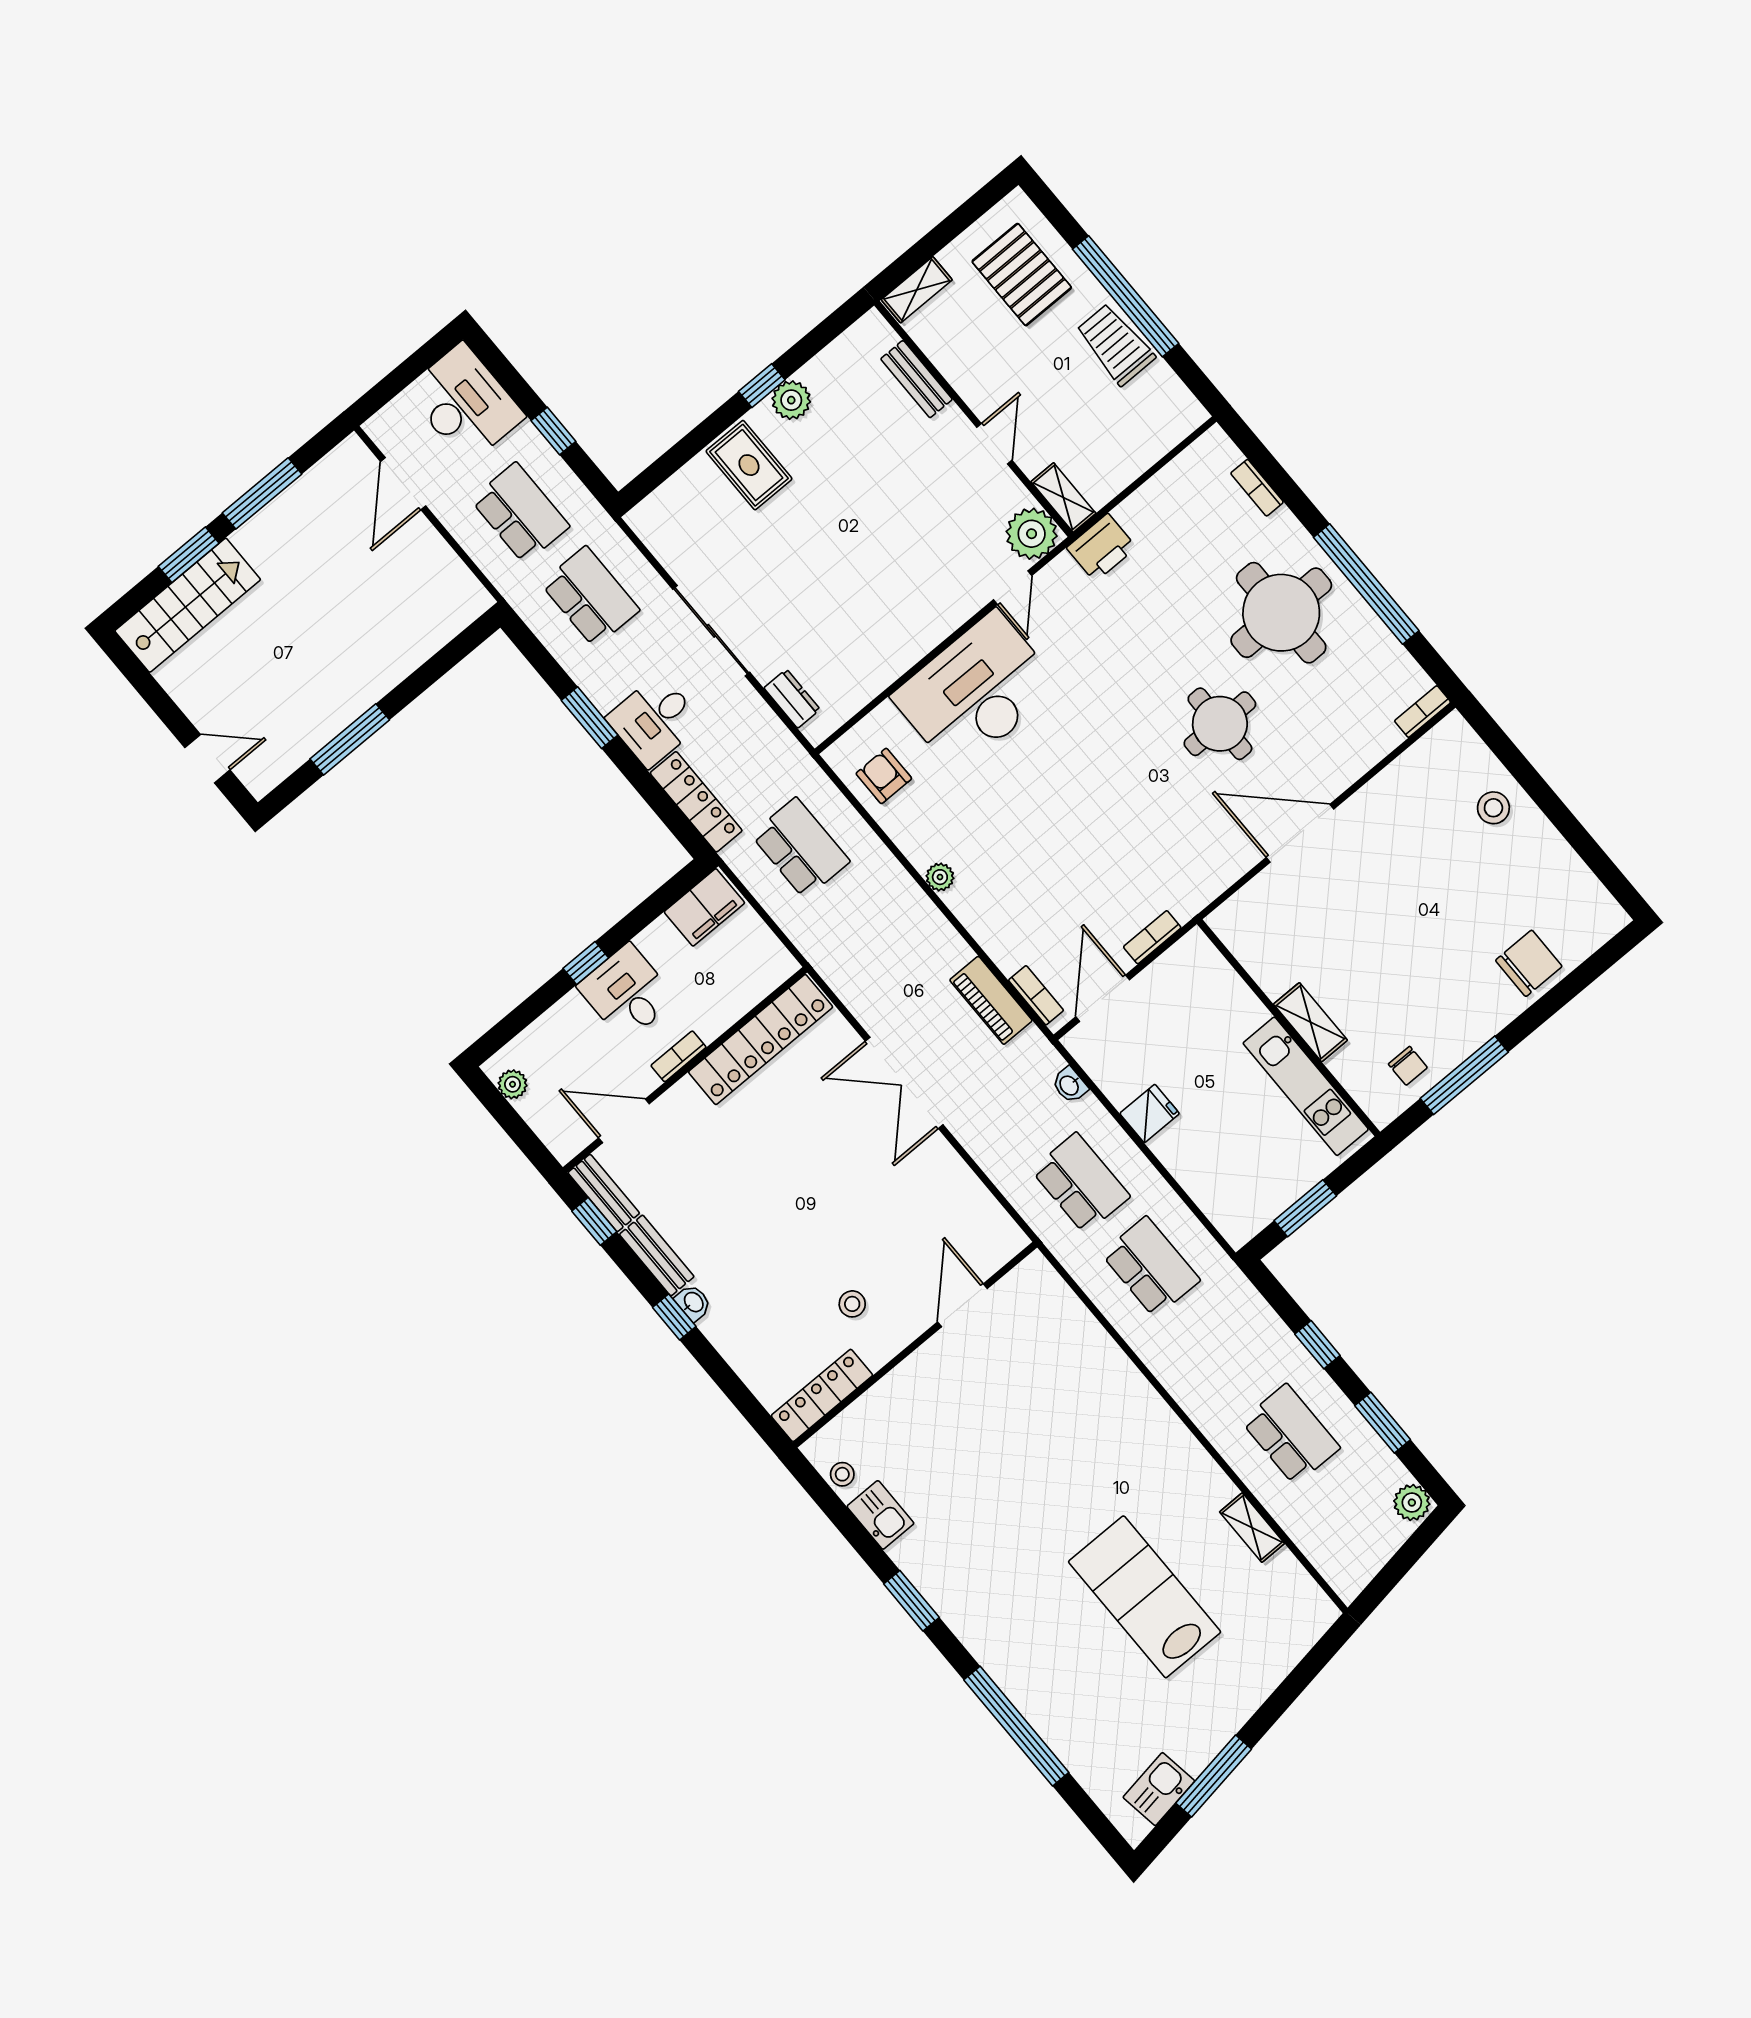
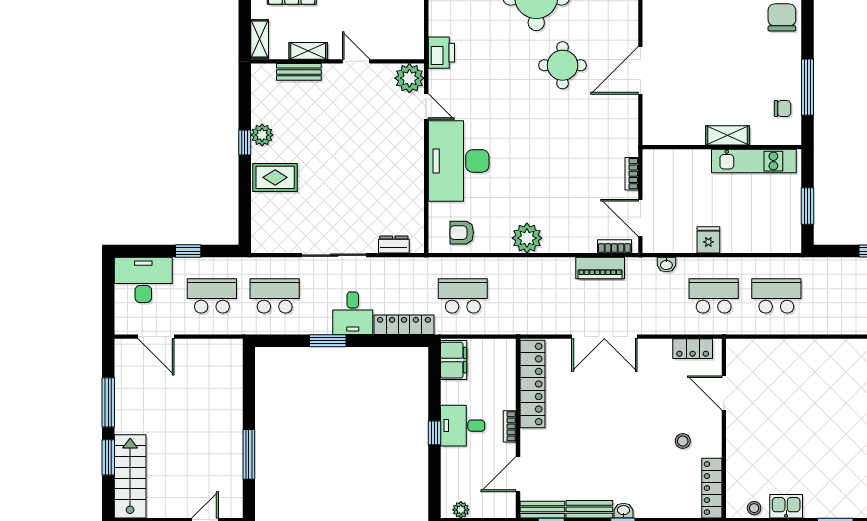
shelving: (1063, 497) -> (308, 51), moved
plant: (940, 877) -> (527, 238), width x1.88, depth x1.88
locker: (987, 1214) -> (693, 349), added

